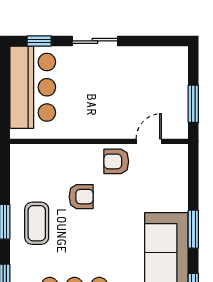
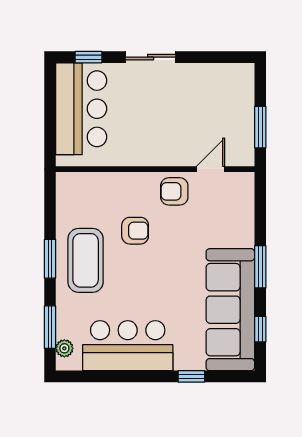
coffee table: (37, 223) -> (86, 260), width x1.36, depth x1.32

